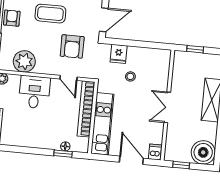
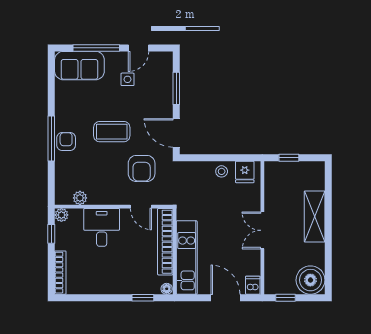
door: (104, 20) -> (176, 133), swing flipped
fridge: (119, 54) -> (245, 172), moved
plant: (24, 61) -> (80, 198), width x0.53, depth x0.53
stool: (130, 76) -> (222, 171), moved
floor lamp: (65, 146) -> (167, 289), moved

